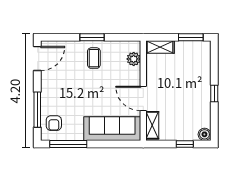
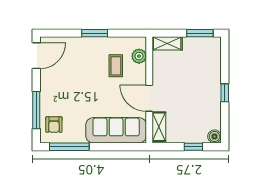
coffee table: (94, 58) -> (116, 66), moved

